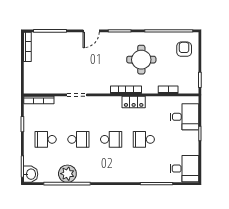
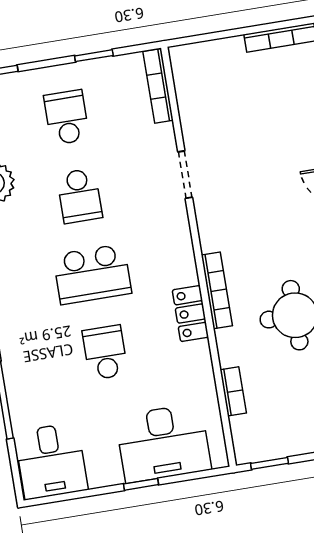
desk: (184, 117) -> (163, 443), width x1.37
school desk: (111, 139) -> (92, 274), width x1.85

